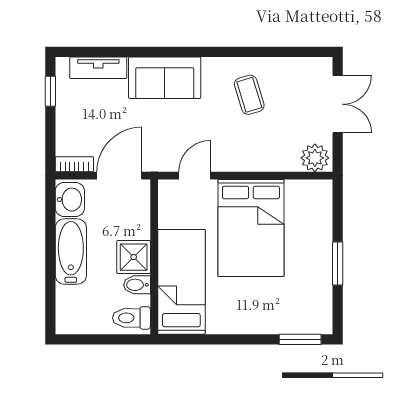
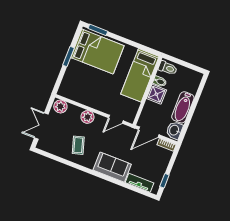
plant: (253, 158) -> (87, 117), added
bed: (251, 228) -> (97, 52), moved, turned 90

